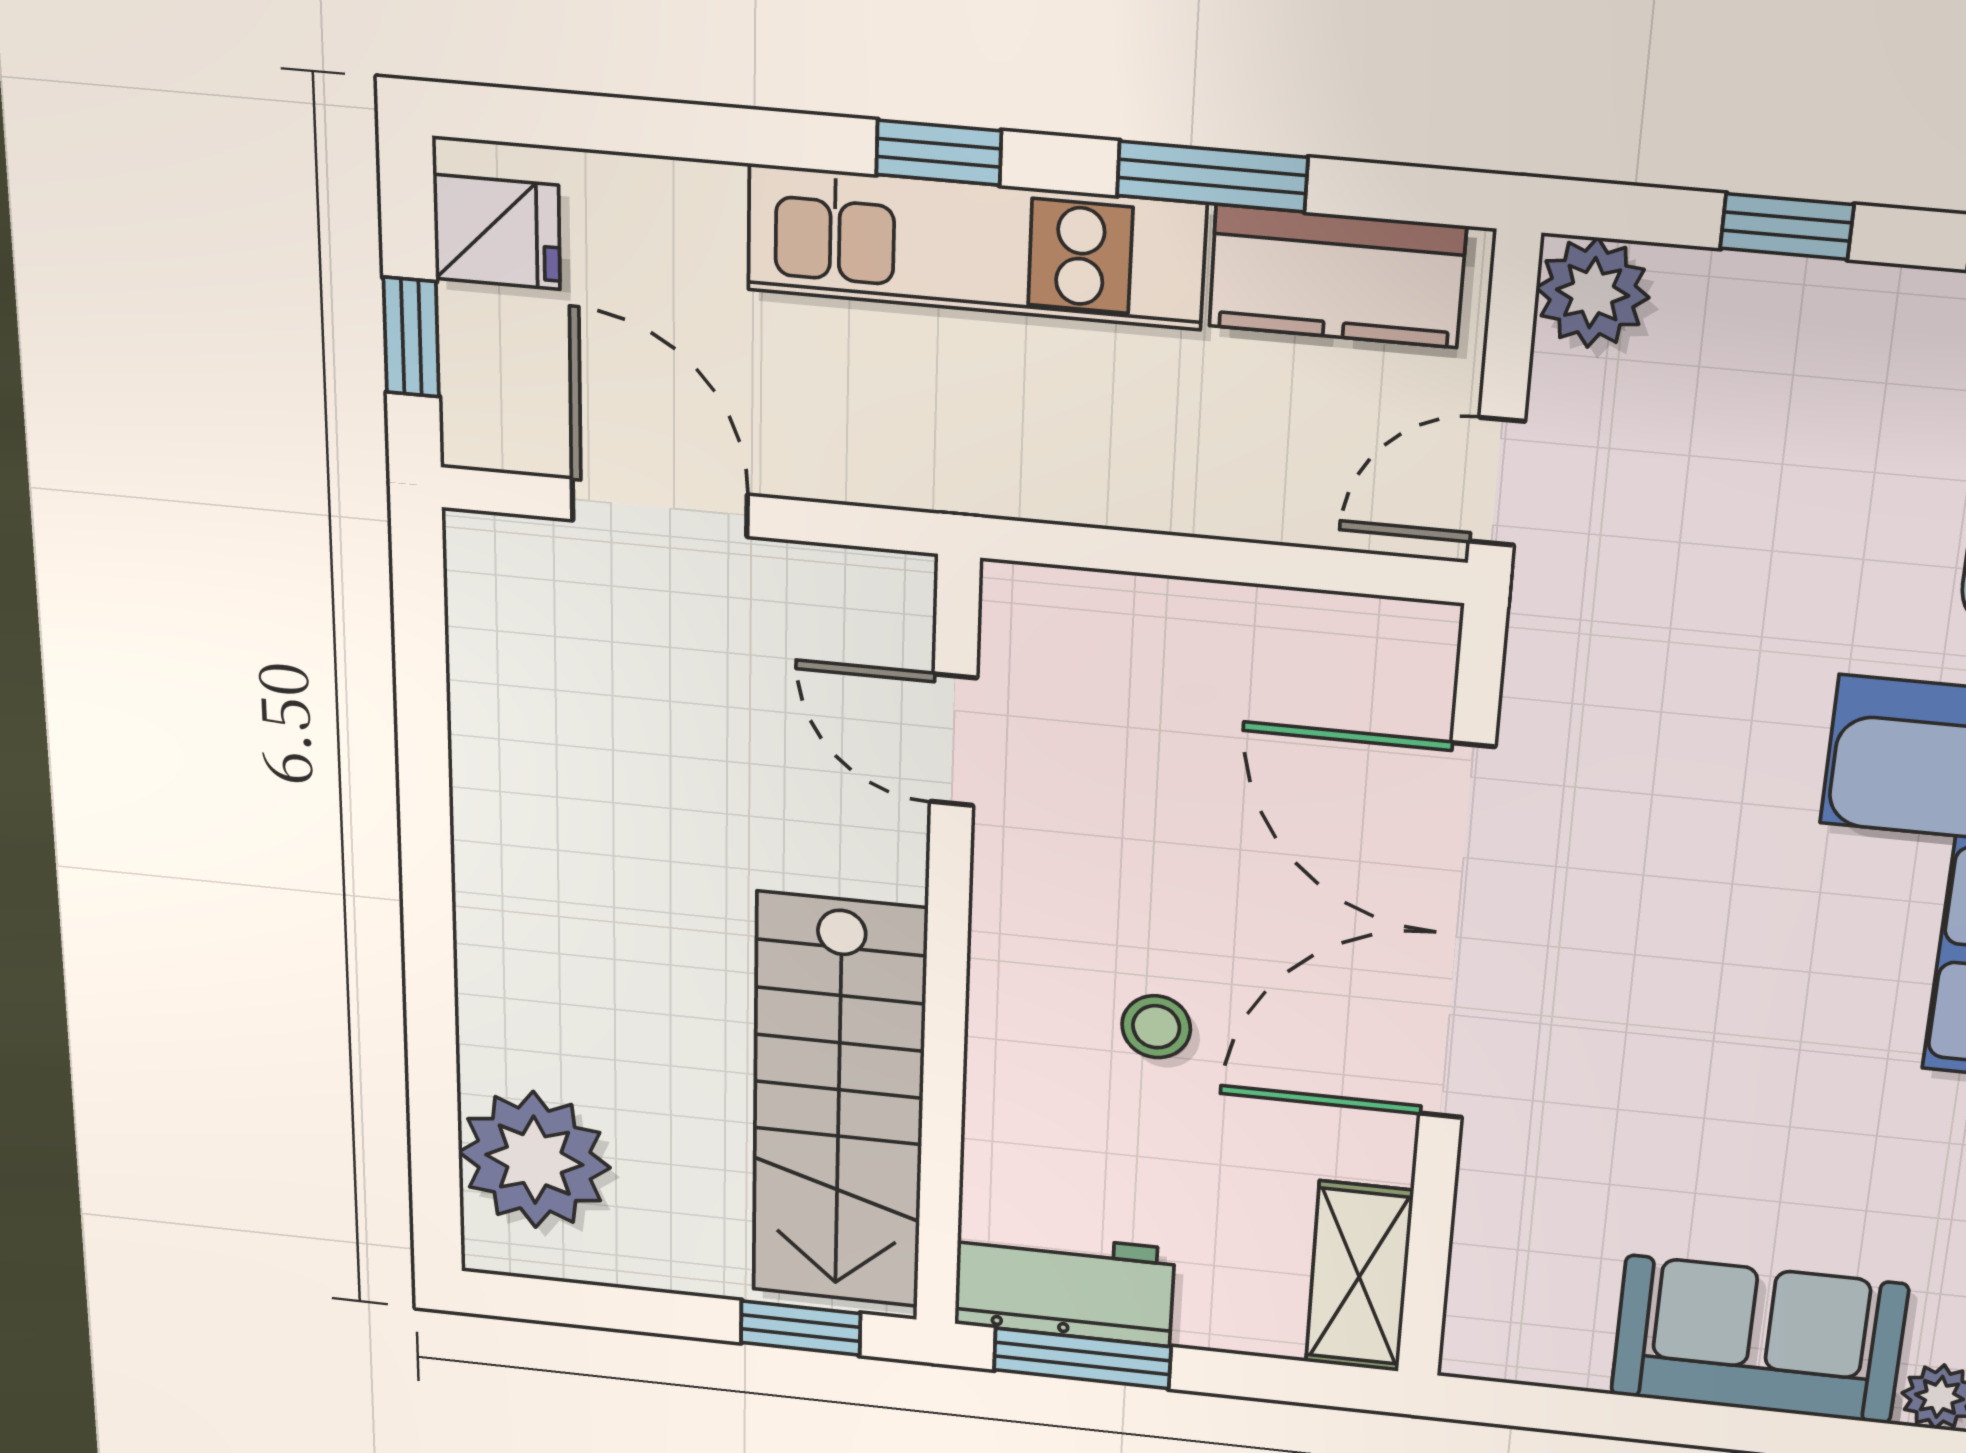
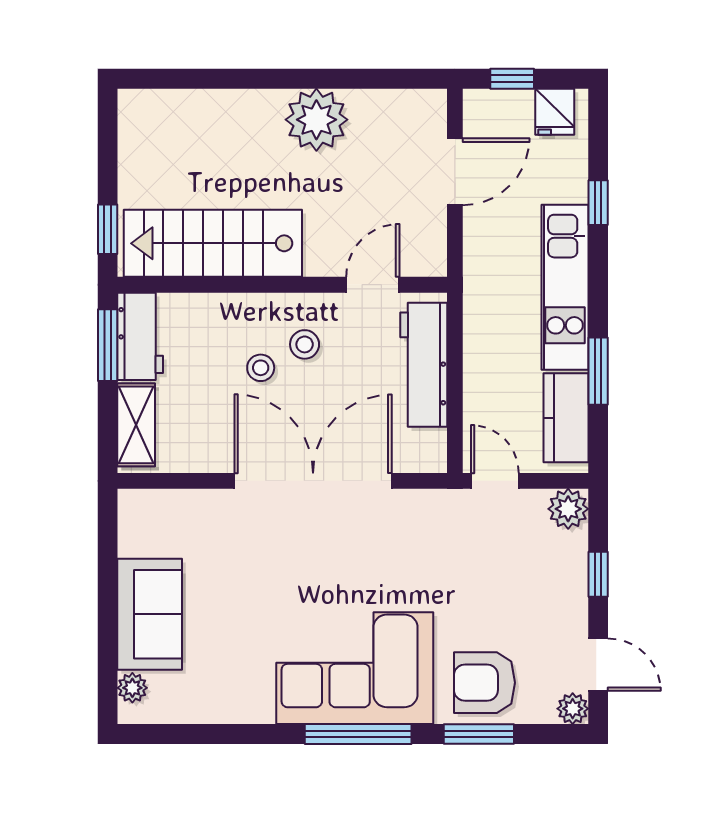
window: (939, 153) -> (598, 203), moved
workbench: (1170, 635) -> (424, 365), added
stool: (1102, 919) -> (305, 344), added
plant: (534, 1160) -> (316, 120), moved
shelving: (1359, 1277) -> (136, 425), moved, turned 90

